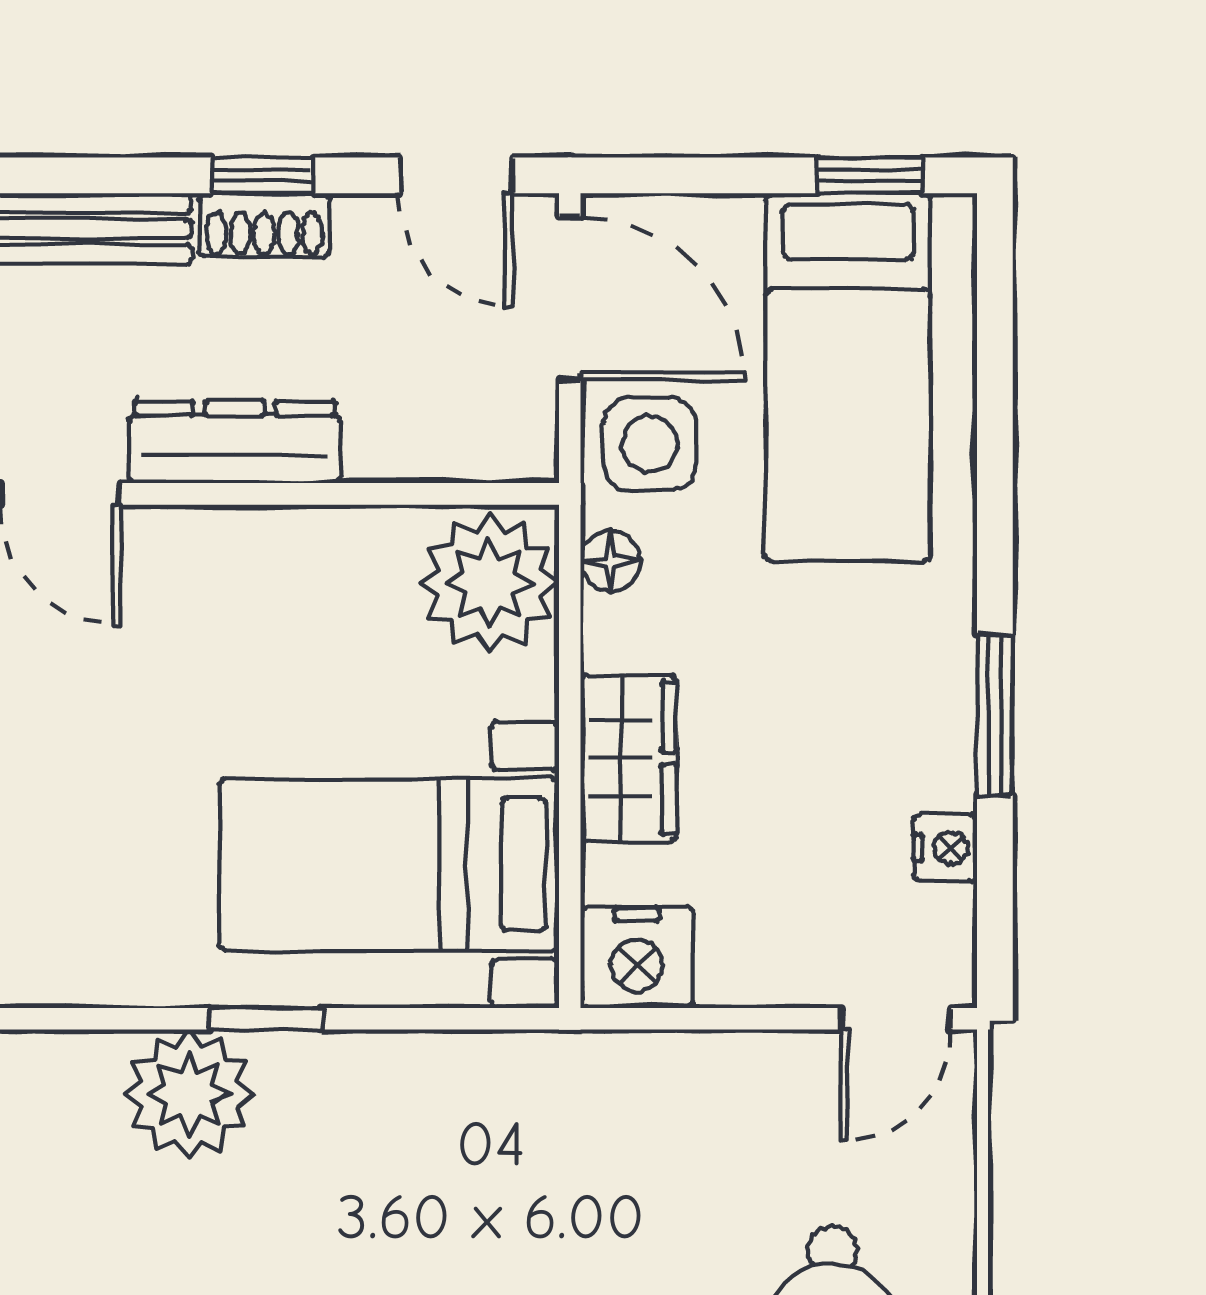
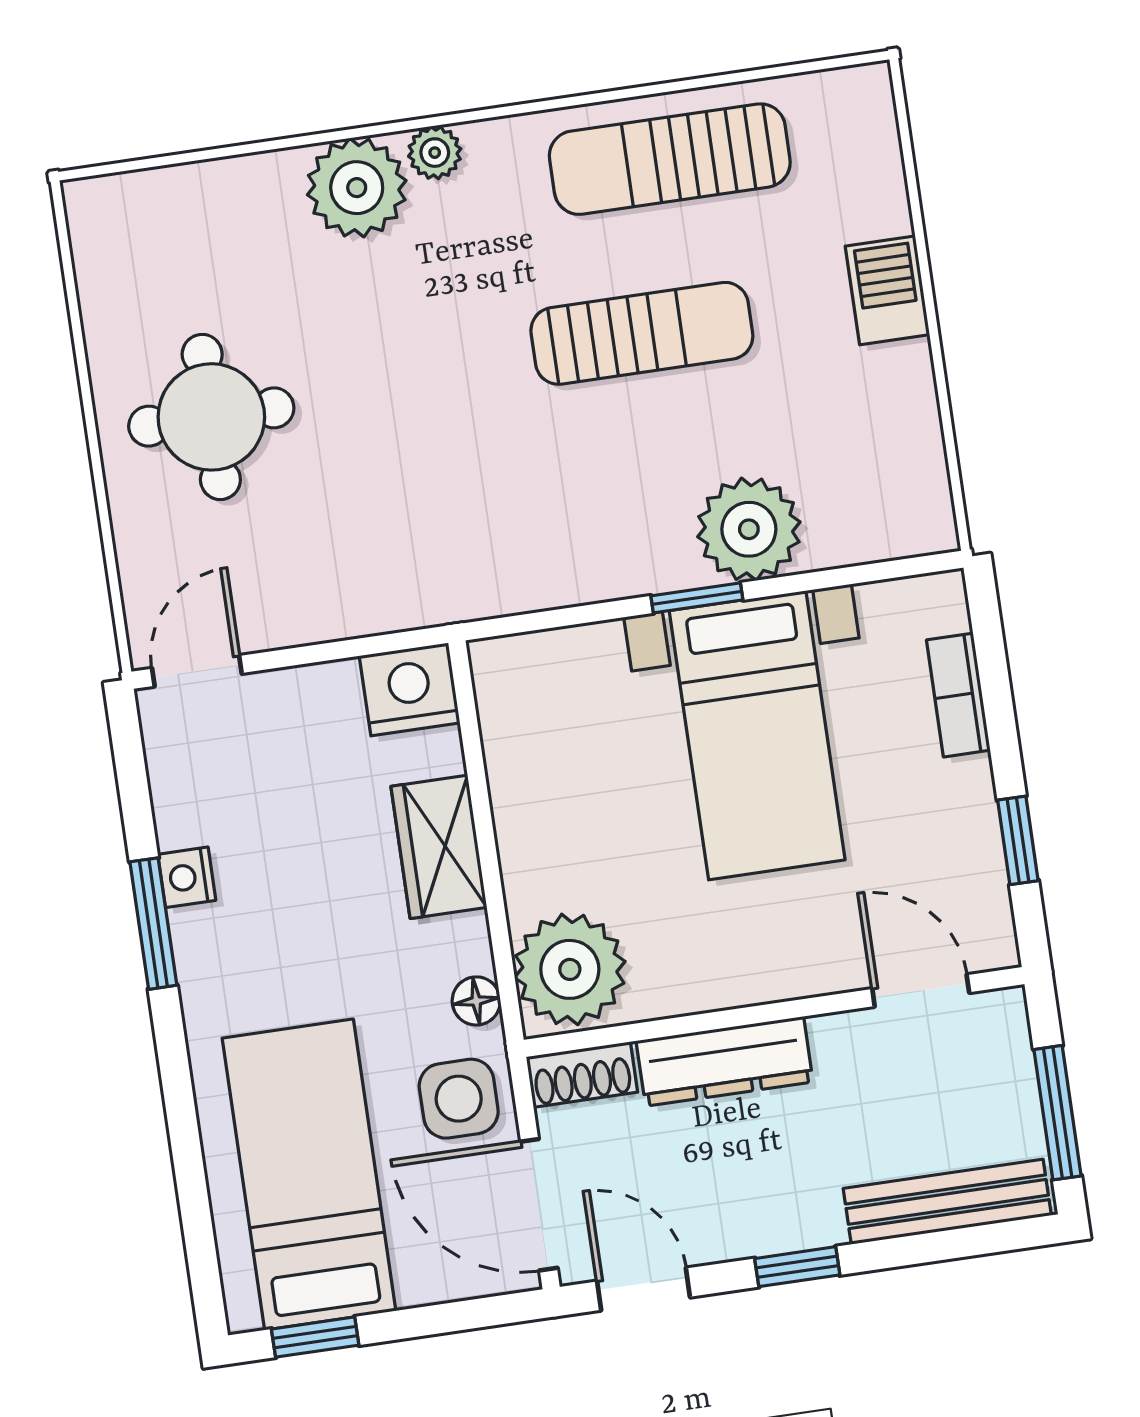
shoe rack: (264, 225) -> (582, 1075), moved, turned 180
dresser: (235, 442) -> (725, 1061), moved
nightstand: (945, 848) -> (187, 877), moved
bed with nightstands: (389, 865) -> (757, 735), moved, turned 90

